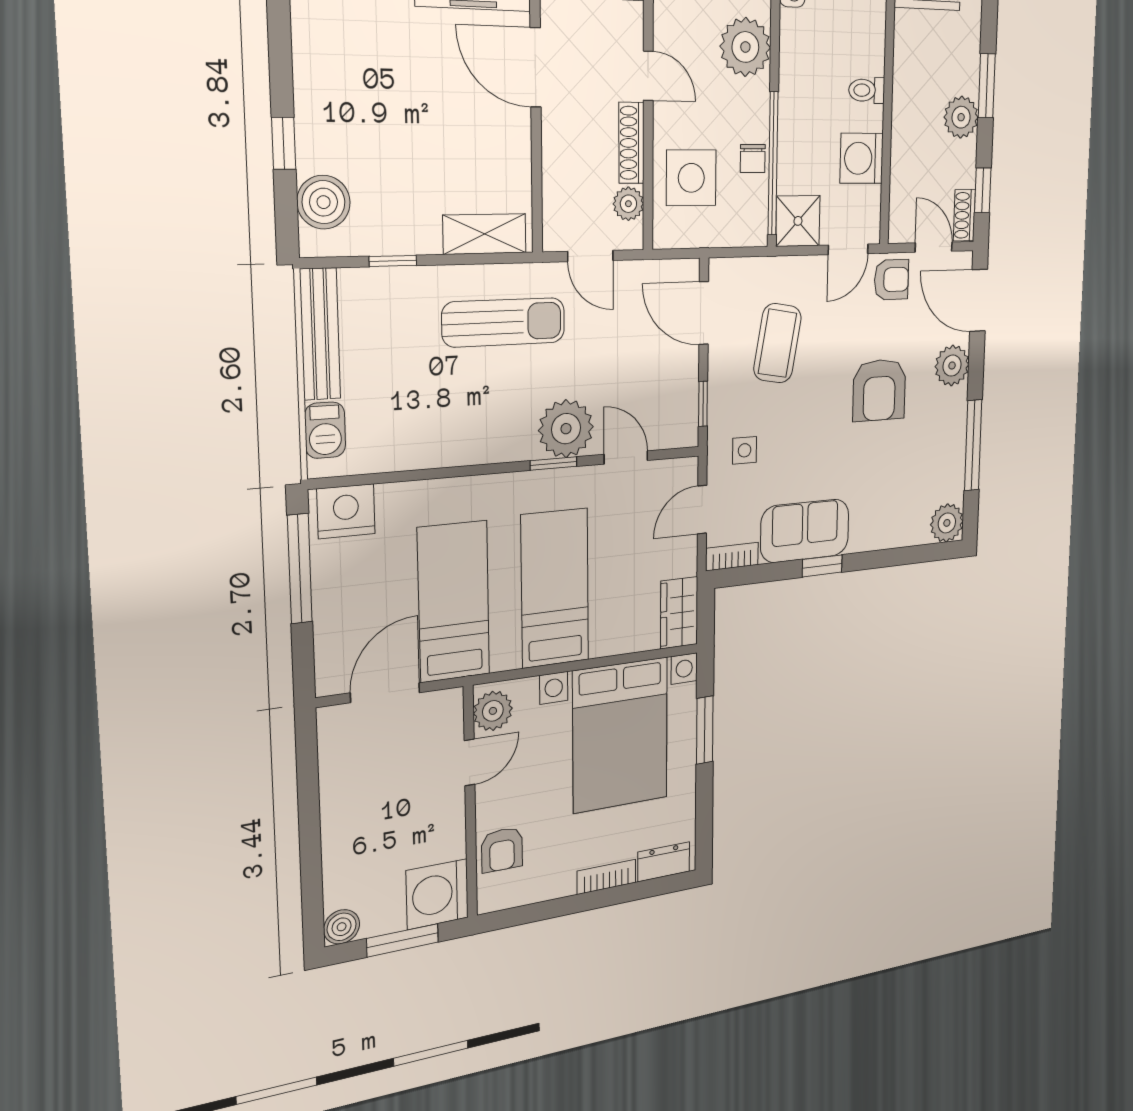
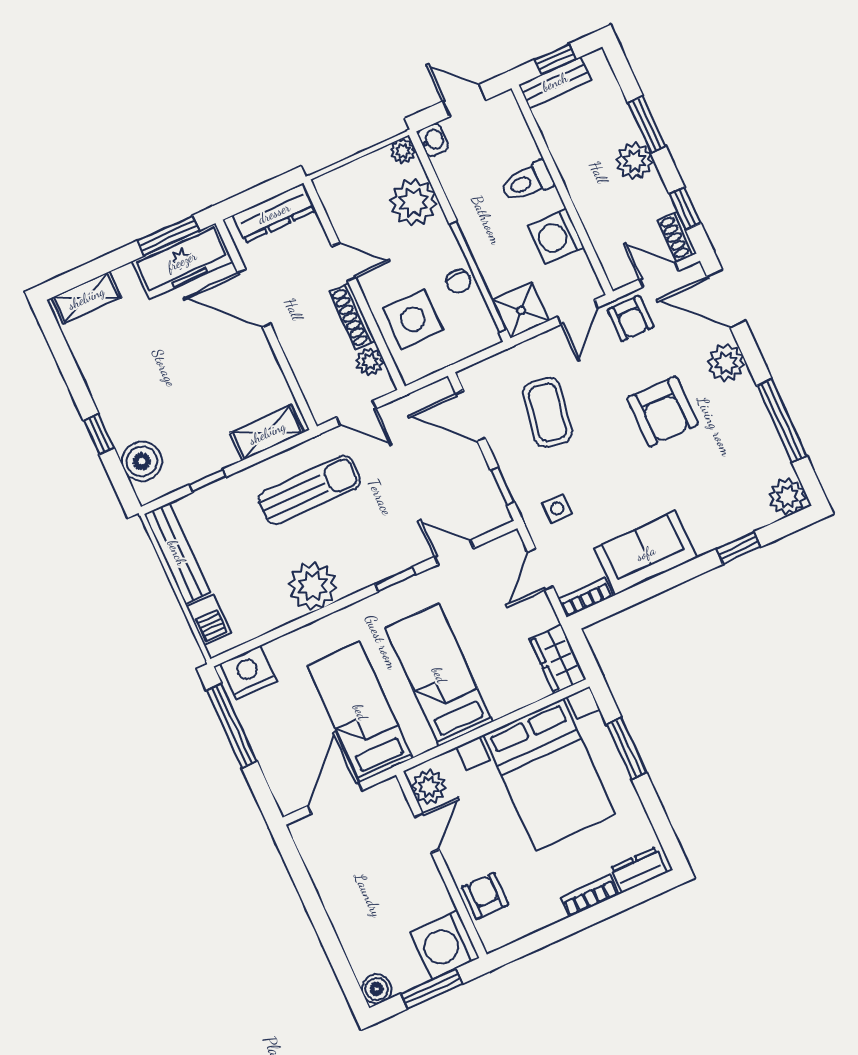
toilet: (867, 90) -> (527, 182), width x1.37, depth x1.39
armchair: (891, 280) -> (631, 318), turned 90
plant: (566, 429) -> (313, 586), moved
window: (822, 566) -> (739, 548), moved
armchair: (502, 850) -> (485, 896), turned 180

